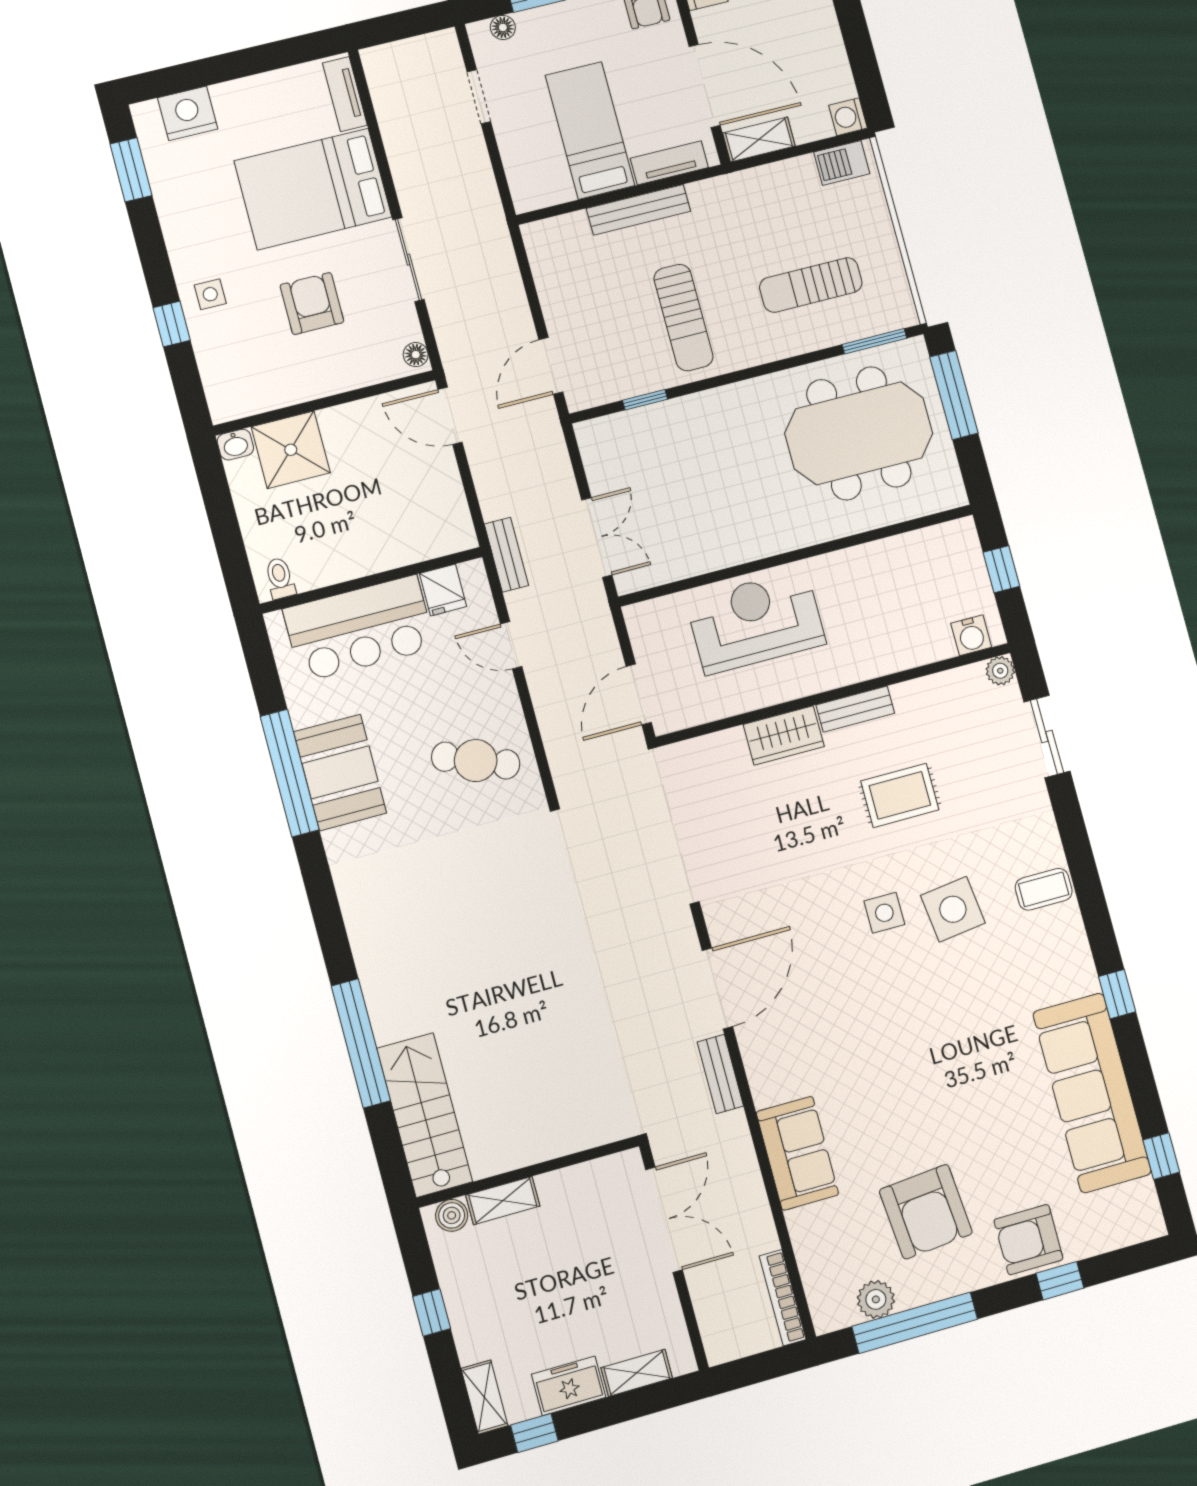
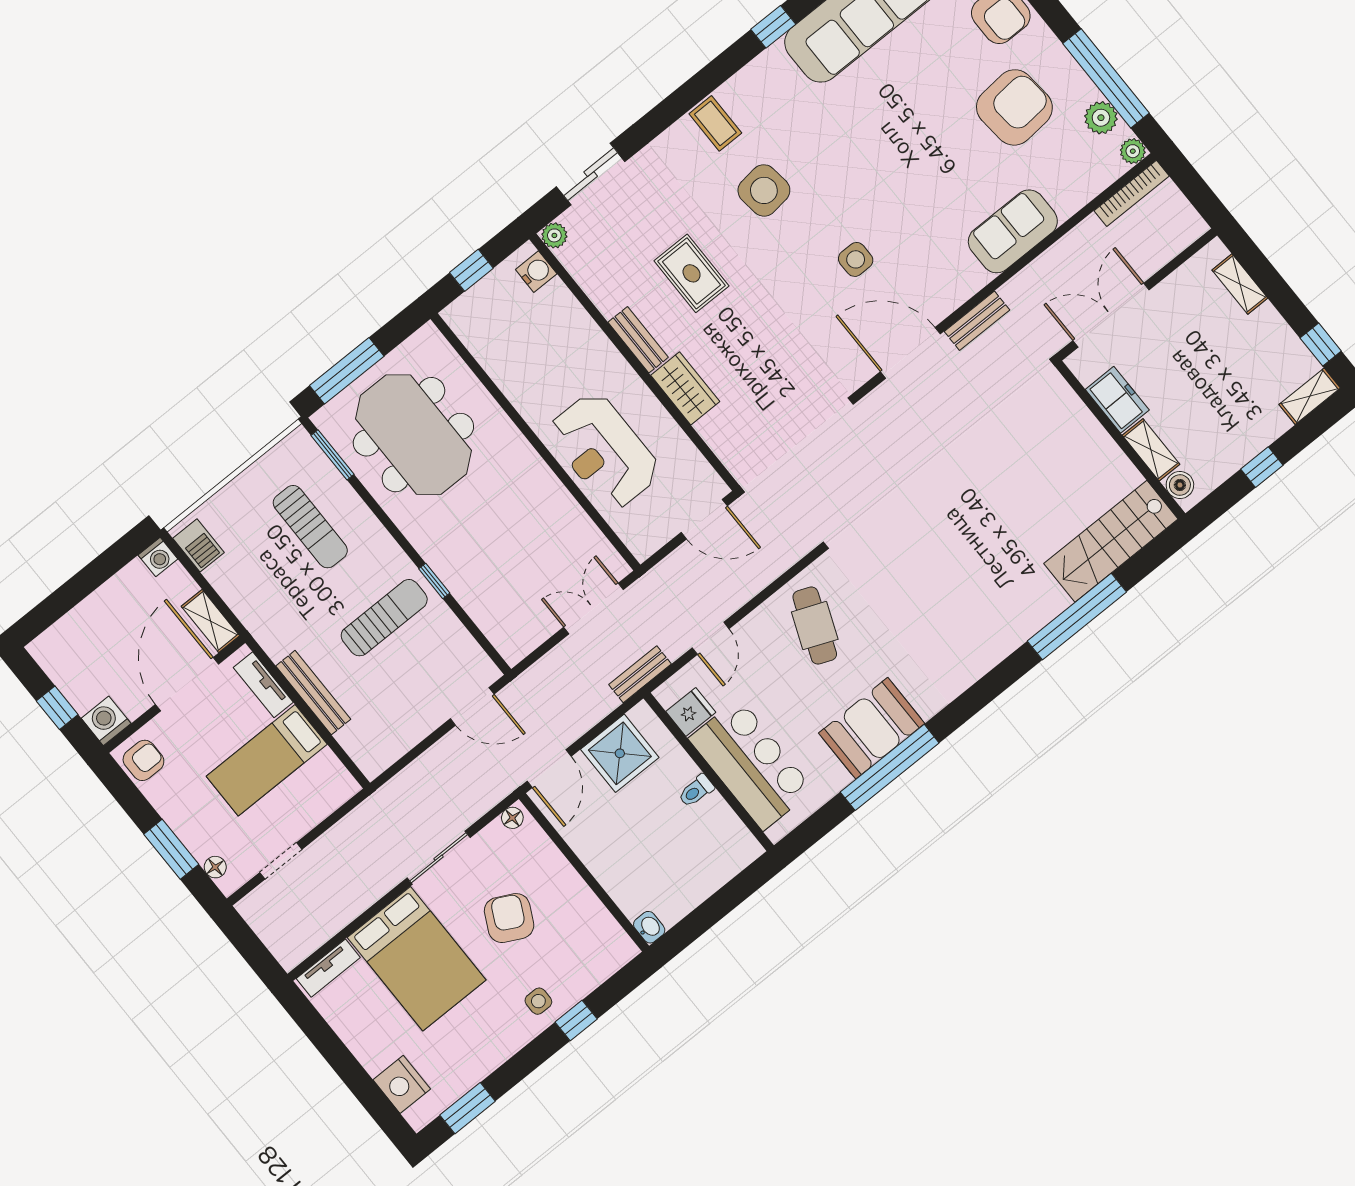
armchair: (312, 304) -> (509, 918), turned 117
window: (645, 400) -> (434, 581), moved
shower: (291, 450) -> (620, 753), moved
toilet: (280, 578) -> (696, 791), moved
side table: (884, 913) -> (856, 259), moved
plant: (826, 1318) -> (1133, 151), added
freezer: (569, 1386) -> (1117, 400), moved, turned 180

